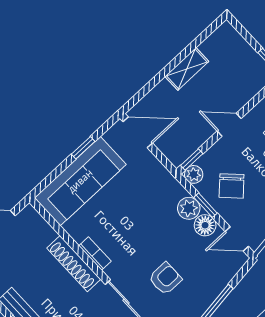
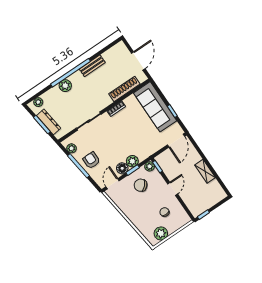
shoe rack: (74, 264) -> (124, 89), moved
armchair: (165, 279) -> (91, 160), moved, turned 180

